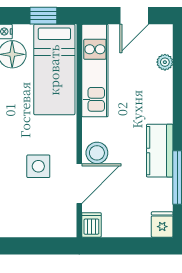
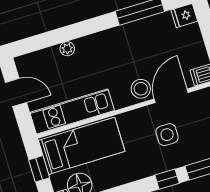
plant: (165, 62) -> (67, 49), moved
kitchen counter: (160, 151) -> (123, 37), removed
door: (79, 184) -> (171, 96), hinge flipped

